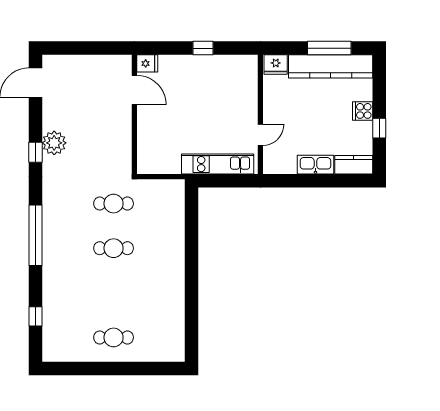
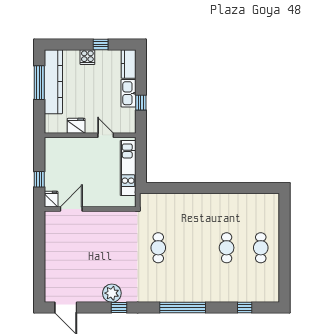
fridge: (147, 63) -> (51, 199), moved
fridge: (276, 65) -> (76, 126), moved, turned -90
door: (134, 90) -> (71, 209), moved
wall: (134, 114) -> (90, 209), moved
window: (303, 181) -> (141, 103), added
cafe table: (114, 248) -> (227, 248), moved

